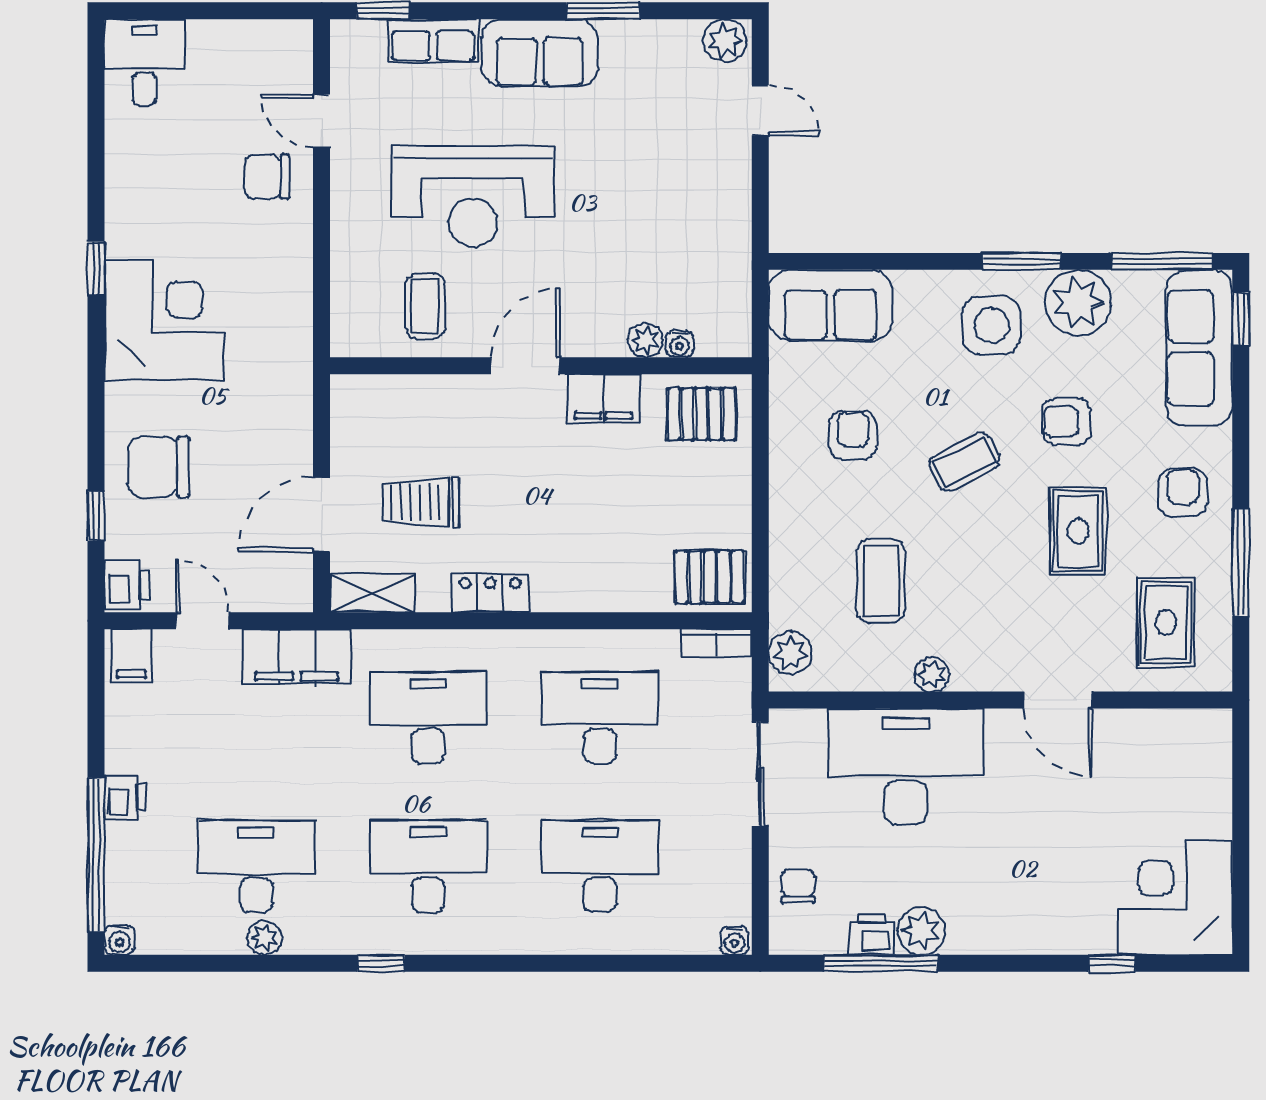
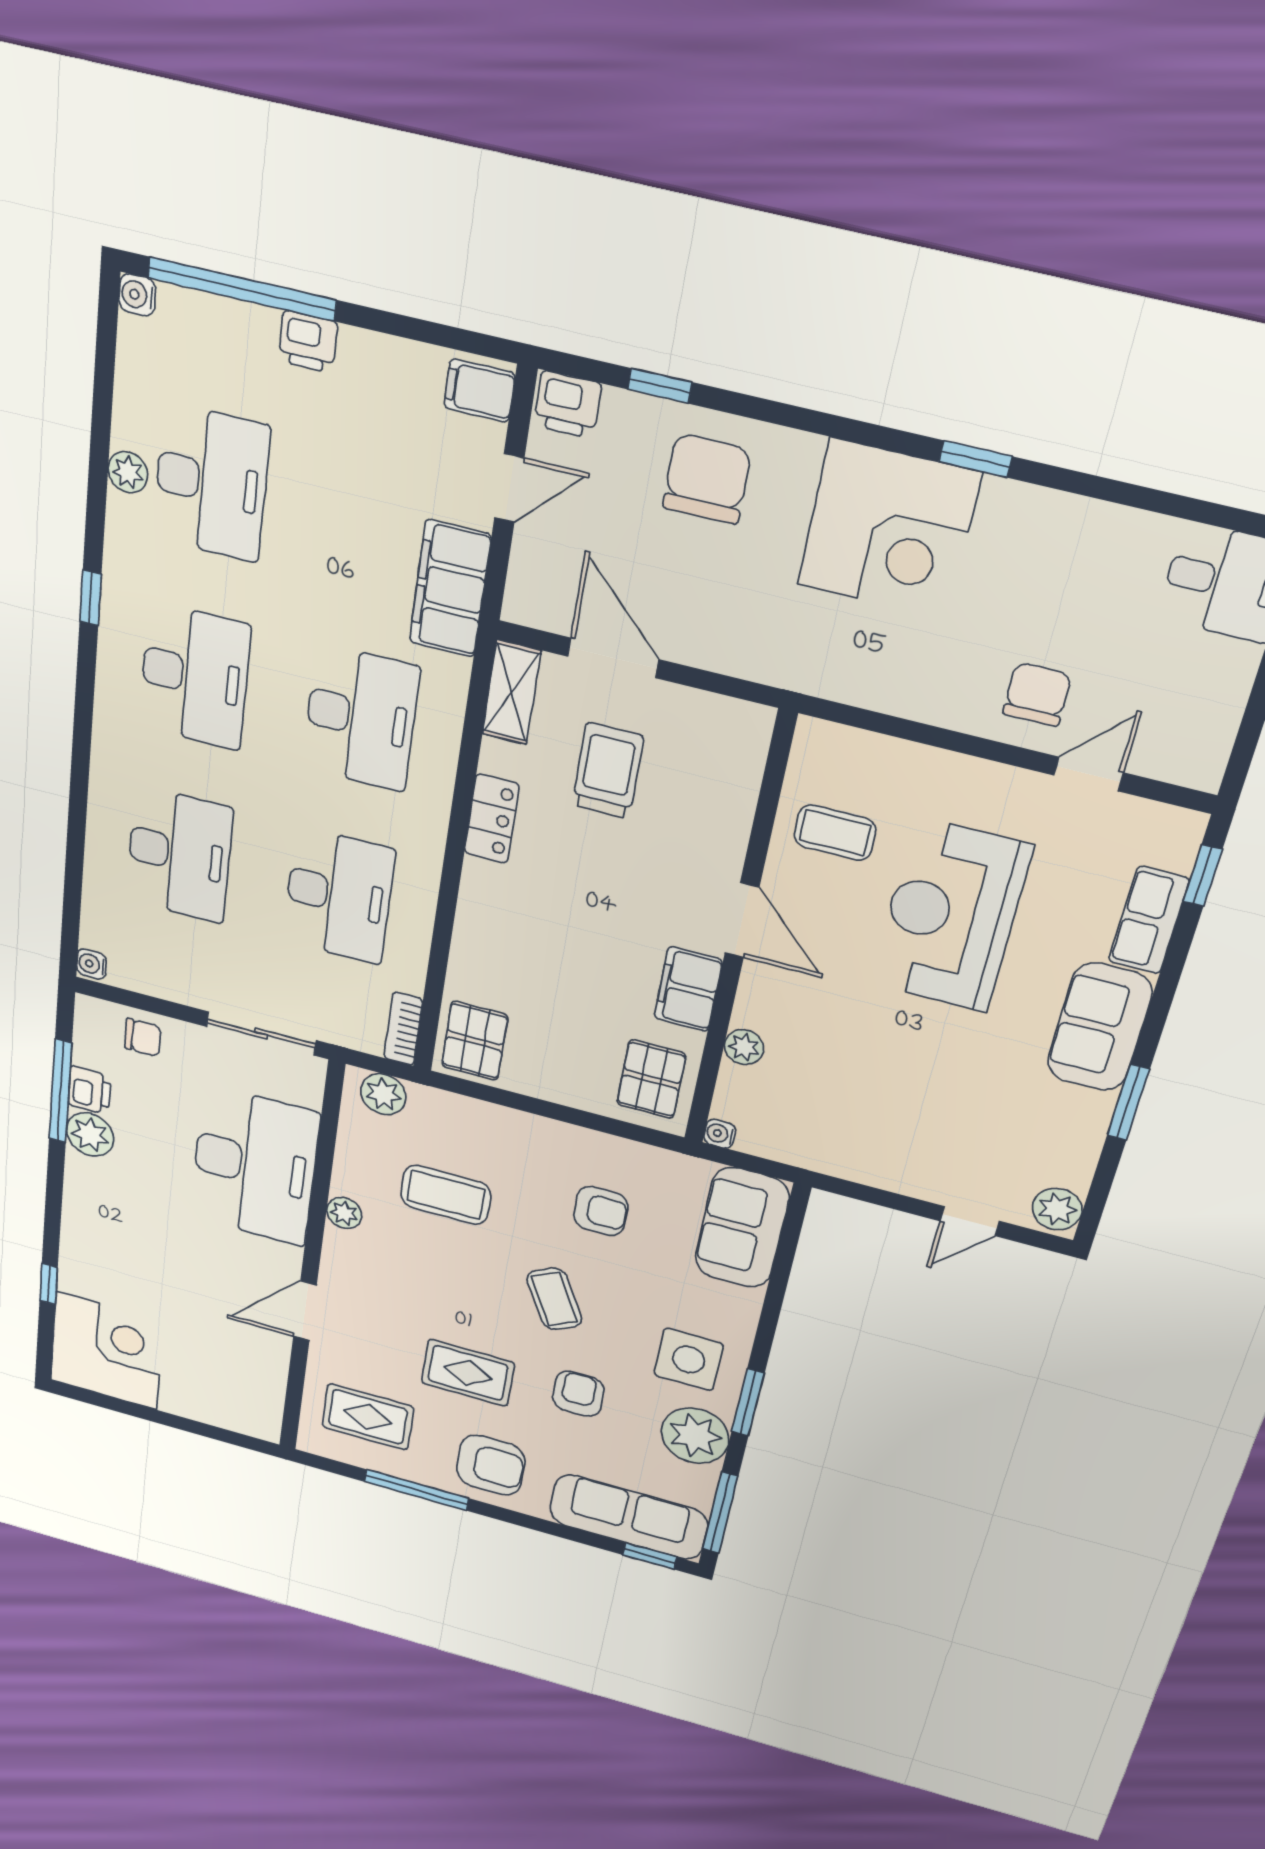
water cooler: (680, 344) -> (720, 1134), moved
armchair: (1183, 493) -> (491, 1465), width x1.38, depth x1.38

